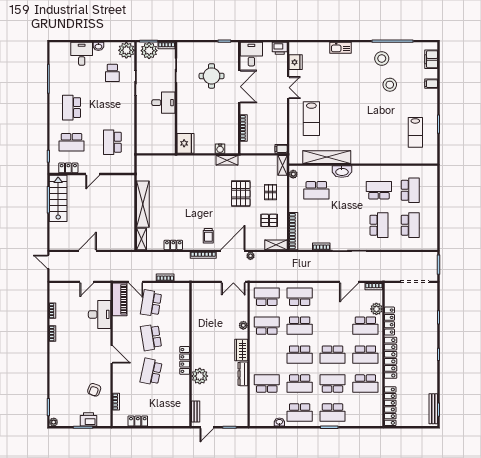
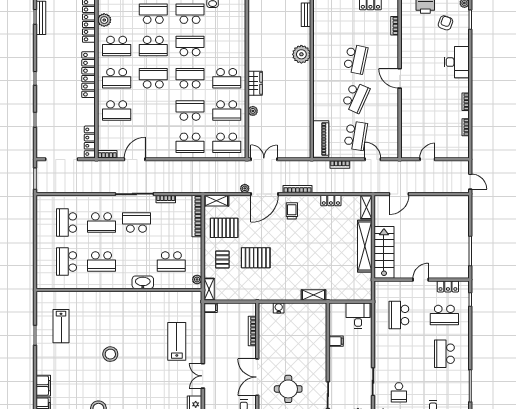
school desk: (112, 73) -> (399, 392), turned 180
filing cabinet: (431, 84) -> (43, 386), width x2.00
stool: (390, 85) -> (110, 354), moved
desk: (163, 103) -> (358, 316), moved, turned 90
school desk: (72, 108) -> (444, 354), turned 180
filing cabinet: (169, 119) -> (336, 341), added
lab bench: (415, 132) -> (61, 326), turned 180
school desk: (72, 142) -> (444, 315), turned 180
school desk: (112, 142) -> (399, 315), turned 180
fridge: (185, 143) -> (317, 314), removed
shelving: (327, 157) -> (160, 298), removed
shelving: (227, 160) -> (314, 295), moved
school desk: (316, 190) -> (171, 261), turned 180
pallet: (241, 194) -> (256, 258), turned 90
stairs: (58, 198) -> (384, 252), moved, turned 180
pallet: (269, 220) -> (224, 228), width x1.50, depth x1.42
school desk: (348, 225) -> (136, 223), added
school desk: (379, 225) -> (102, 223), turned -90
door: (88, 251) -> (399, 194), moved
piano: (120, 299) -> (321, 139), moved, turned 180
plant: (376, 309) -> (104, 20), moved
desk: (100, 314) -> (457, 62), moved, turned 180
locker: (389, 321) -> (90, 142), moved
school desk: (365, 326) -> (117, 111), turned 180
school desk: (151, 337) -> (356, 97), turned 33
school desk: (365, 355) -> (117, 78), turned 180
locker: (185, 360) -> (318, 72), removed
dresser: (243, 374) -> (253, 57), removed
school desk: (267, 384) -> (227, 78), moved
school desk: (365, 384) -> (117, 46), turned 180
armchair: (94, 390) -> (445, 23), moved

